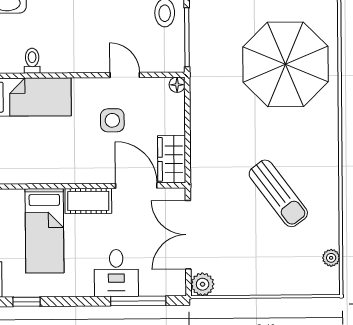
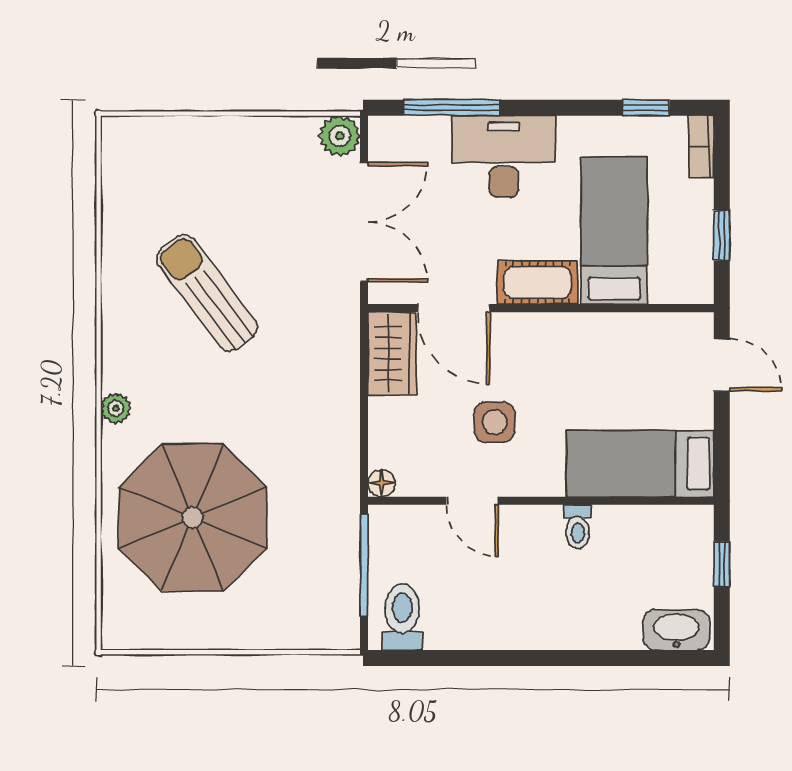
toilet: (32, 61) -> (578, 527), moved
plant: (331, 258) -> (116, 408), moved
desk: (116, 273) -> (504, 156), width x1.37

